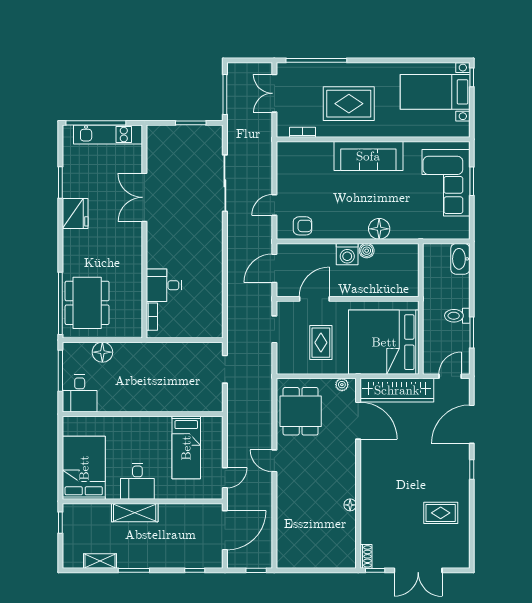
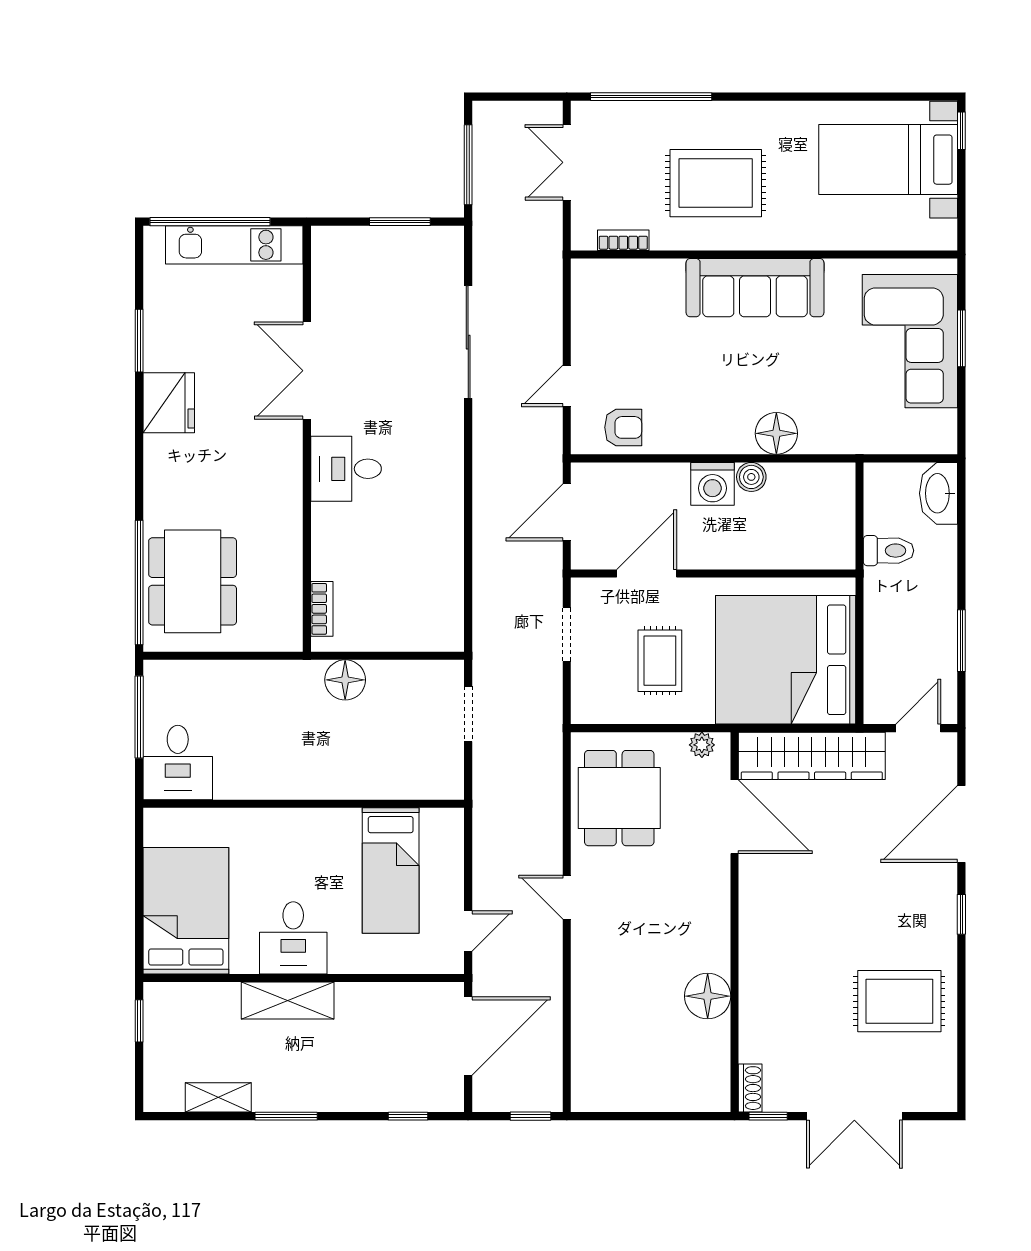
desk: (164, 285) -> (346, 469), moved
toilet: (457, 316) -> (889, 551), moved, turned 180
floor lamp: (102, 352) -> (345, 680), moved
floor lamp: (350, 505) -> (708, 996), width x1.89, depth x1.89
rug: (441, 513) -> (899, 1001), width x1.36, depth x1.43

